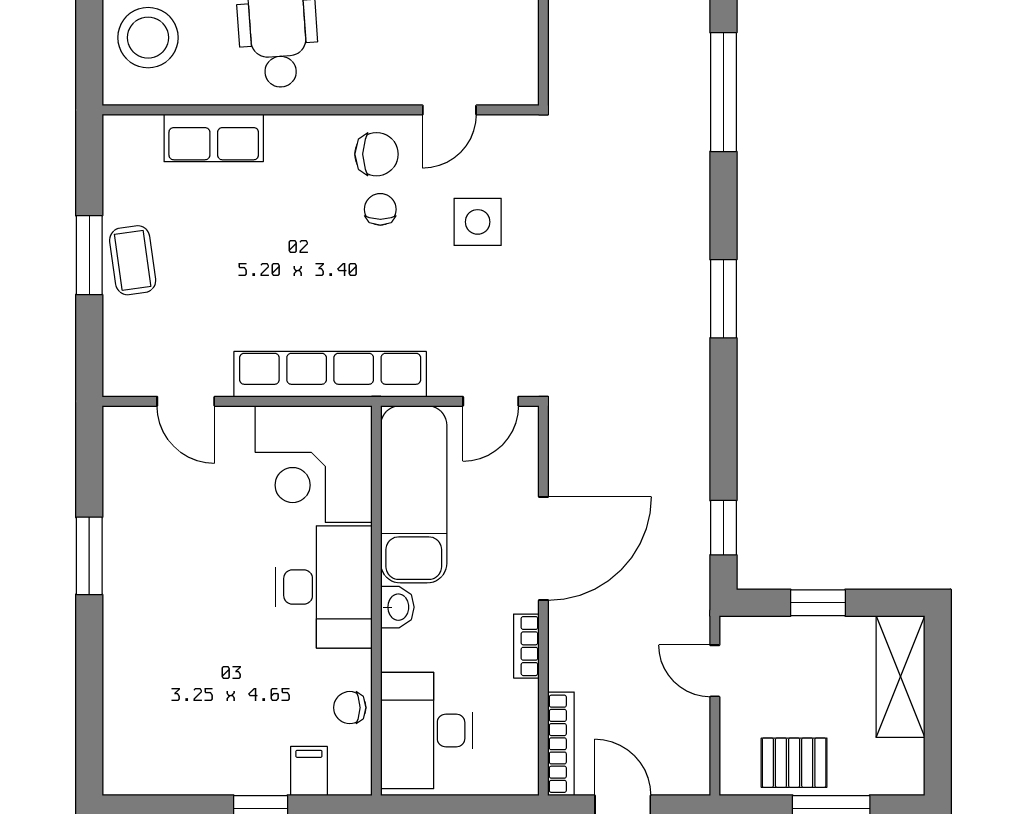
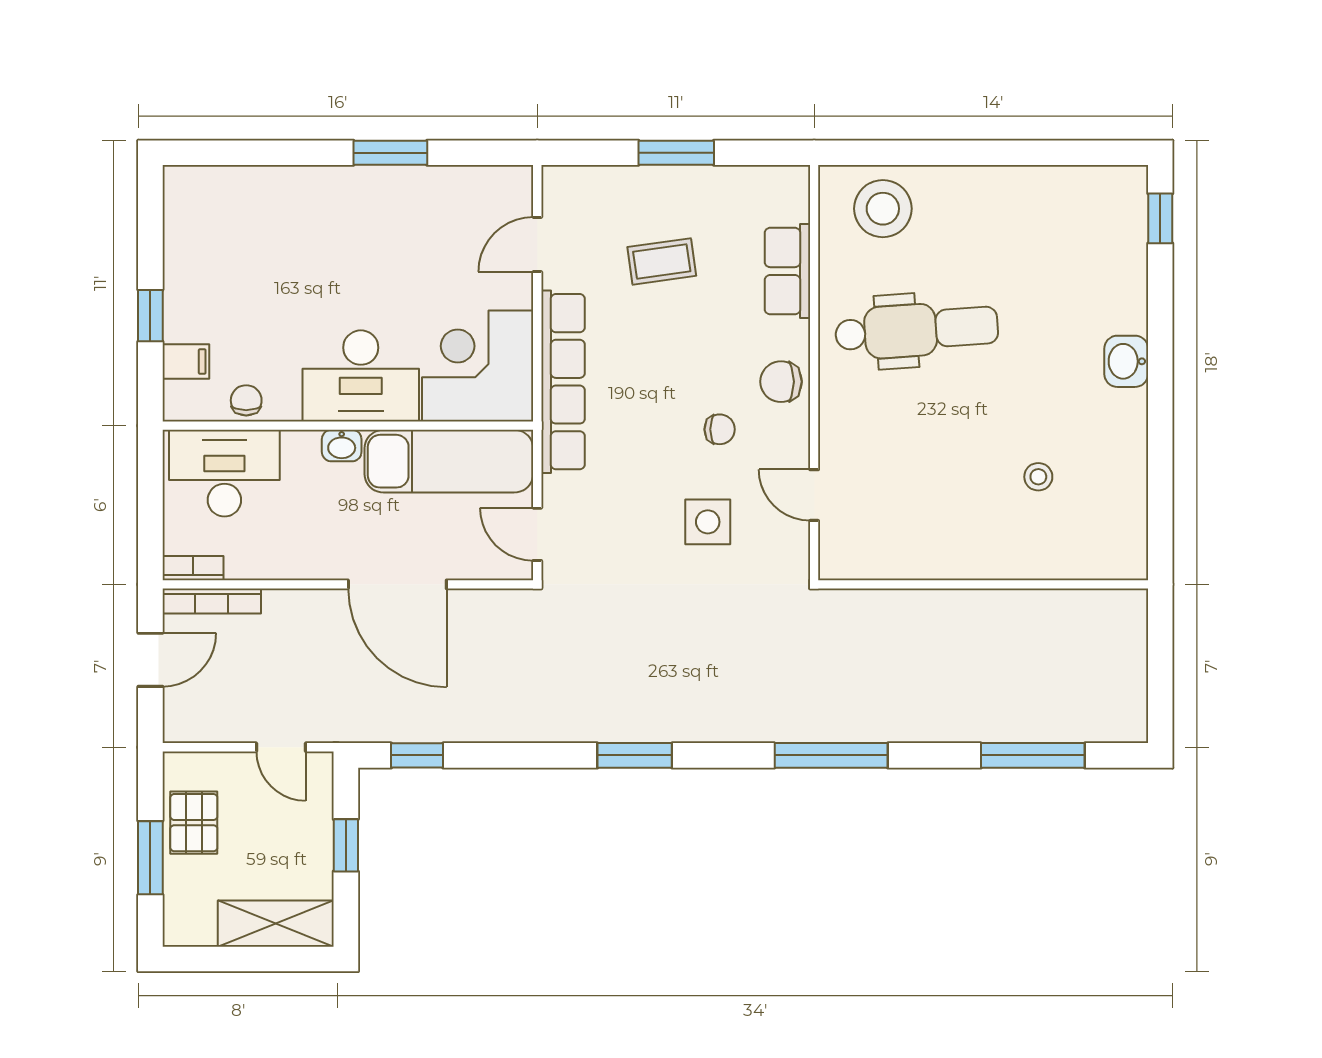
chair: (377, 154) -> (781, 382), moved, turned 90
coffee table: (133, 260) -> (662, 261), moved
bookcase: (526, 646) -> (193, 568), moved
door: (715, 671) -> (281, 747), swing flipped

